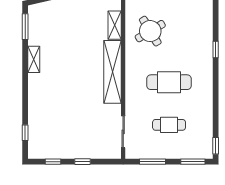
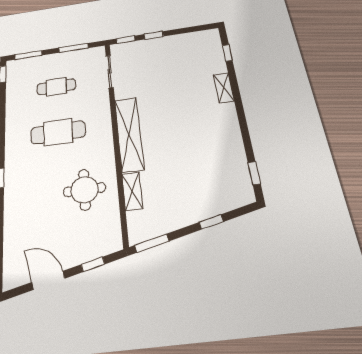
window: (25, 27) -> (254, 173), width x0.67
round table: (150, 31) -> (84, 190), turned 31
shelving: (34, 59) -> (224, 88), moved
window: (53, 162) -> (126, 40), moved

